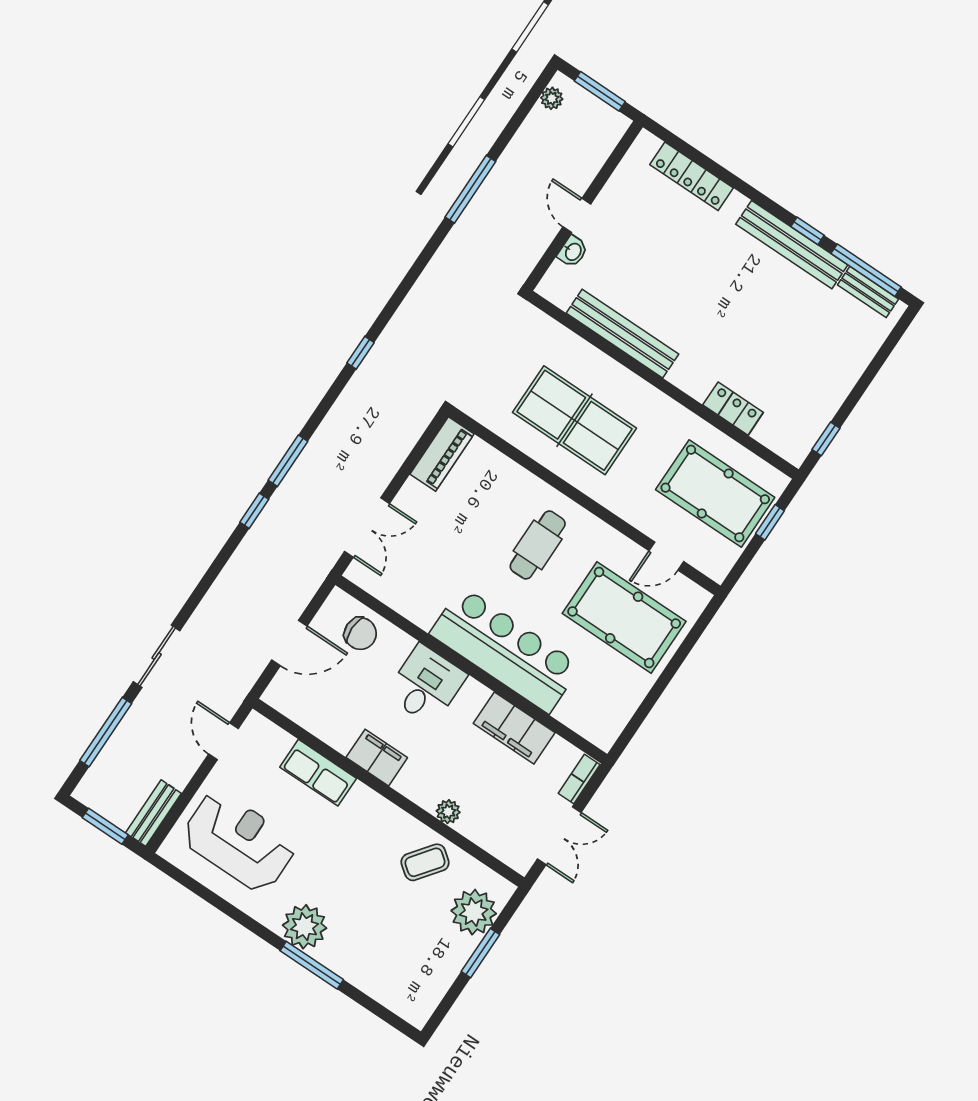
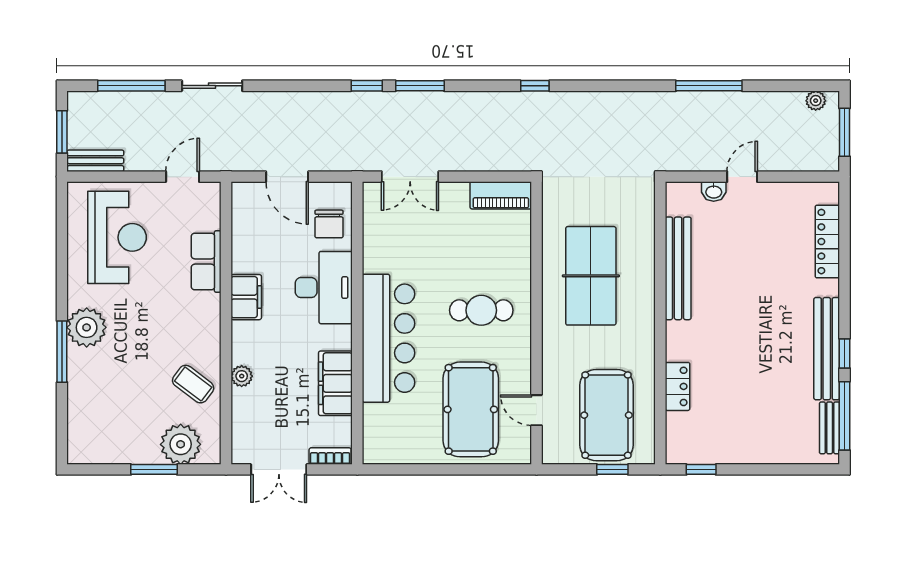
desk: (426, 685) -> (324, 288), width x1.37

